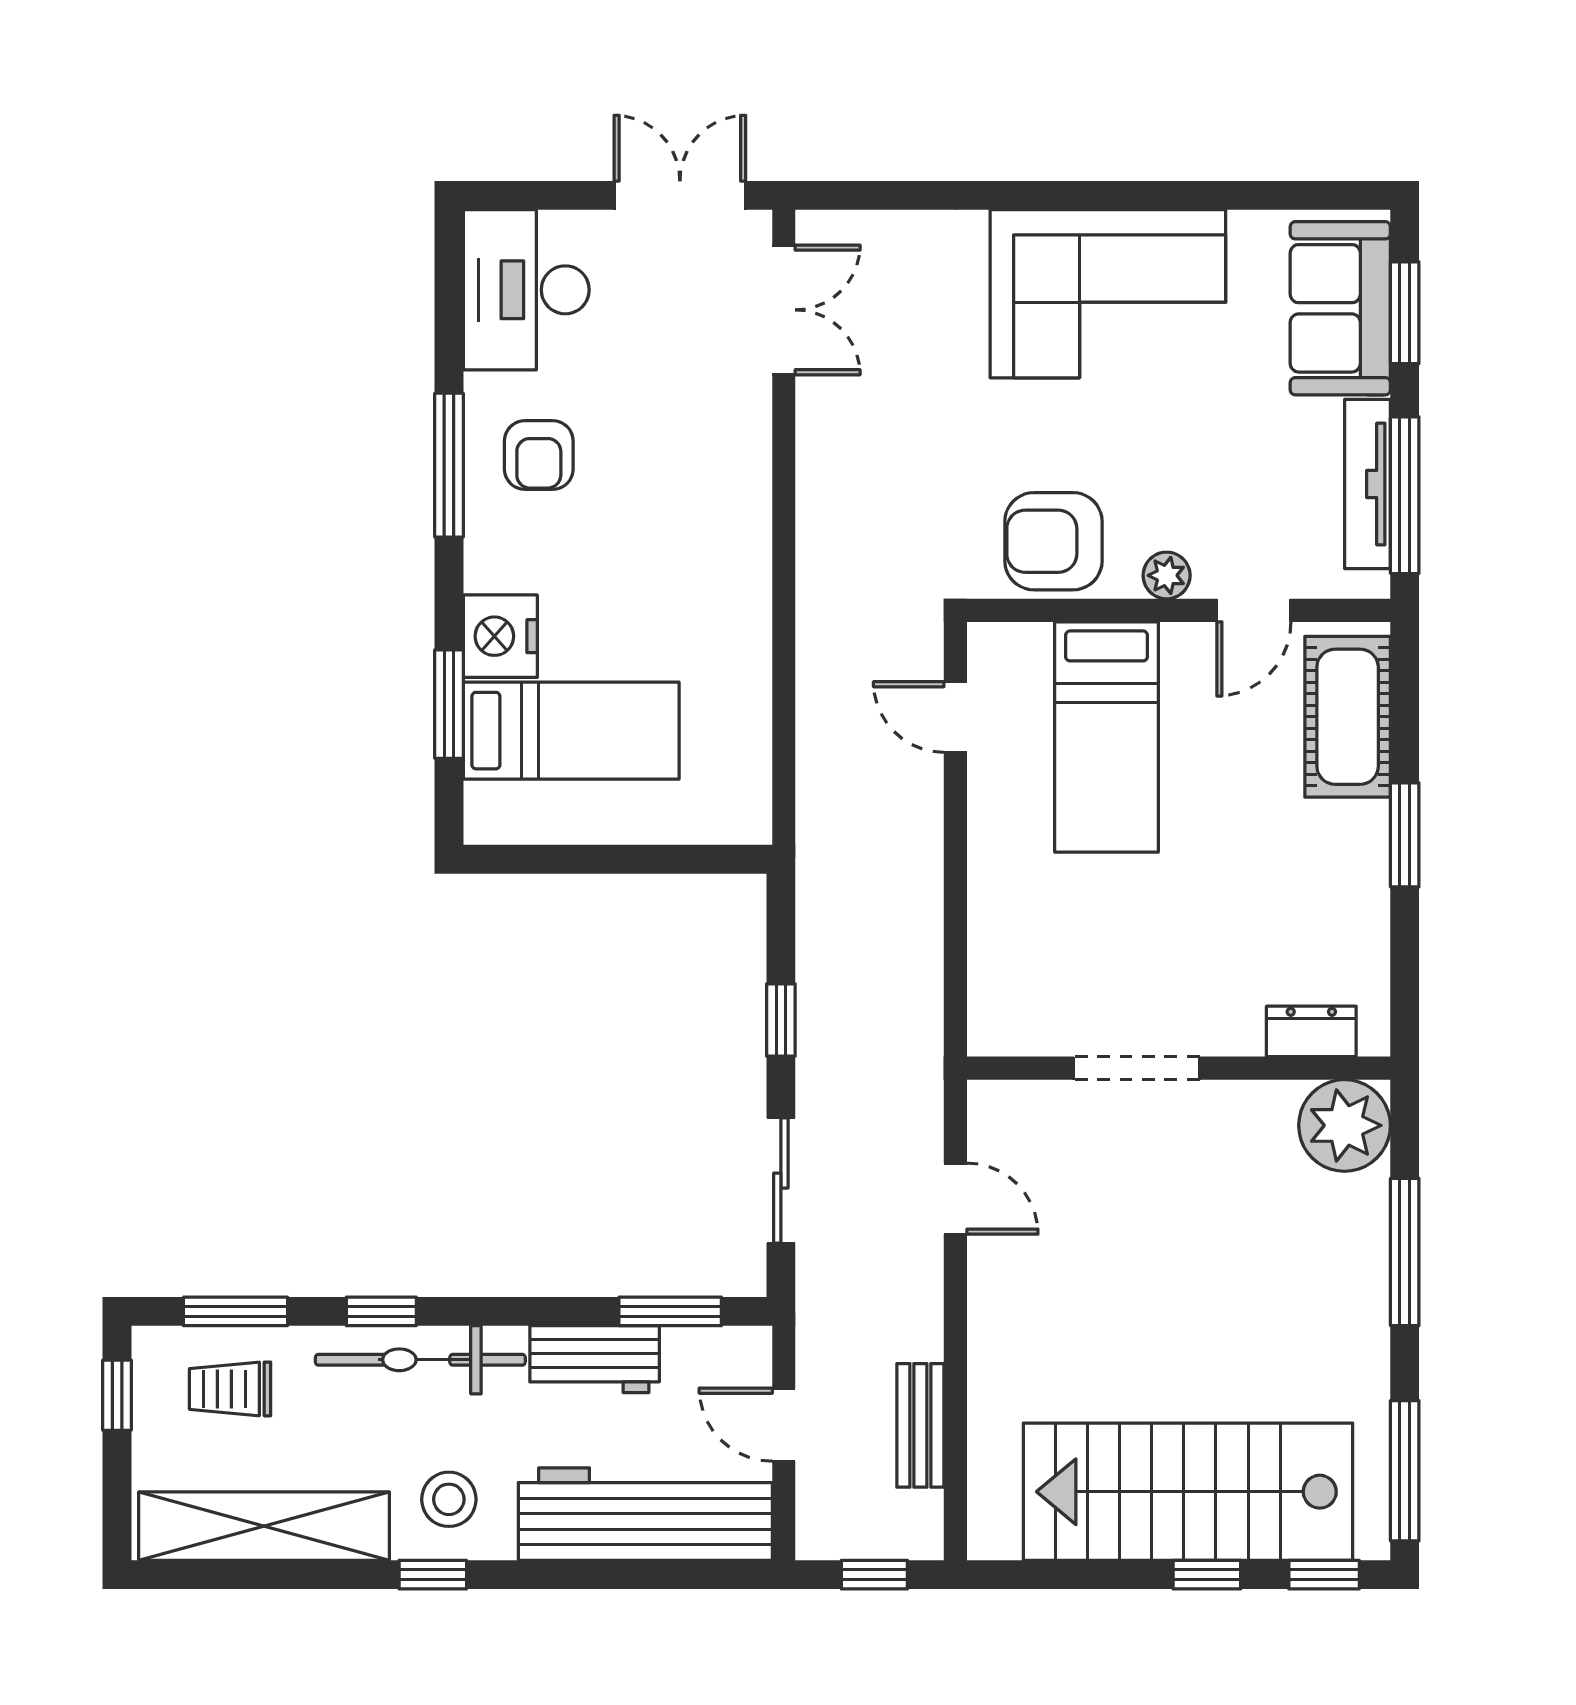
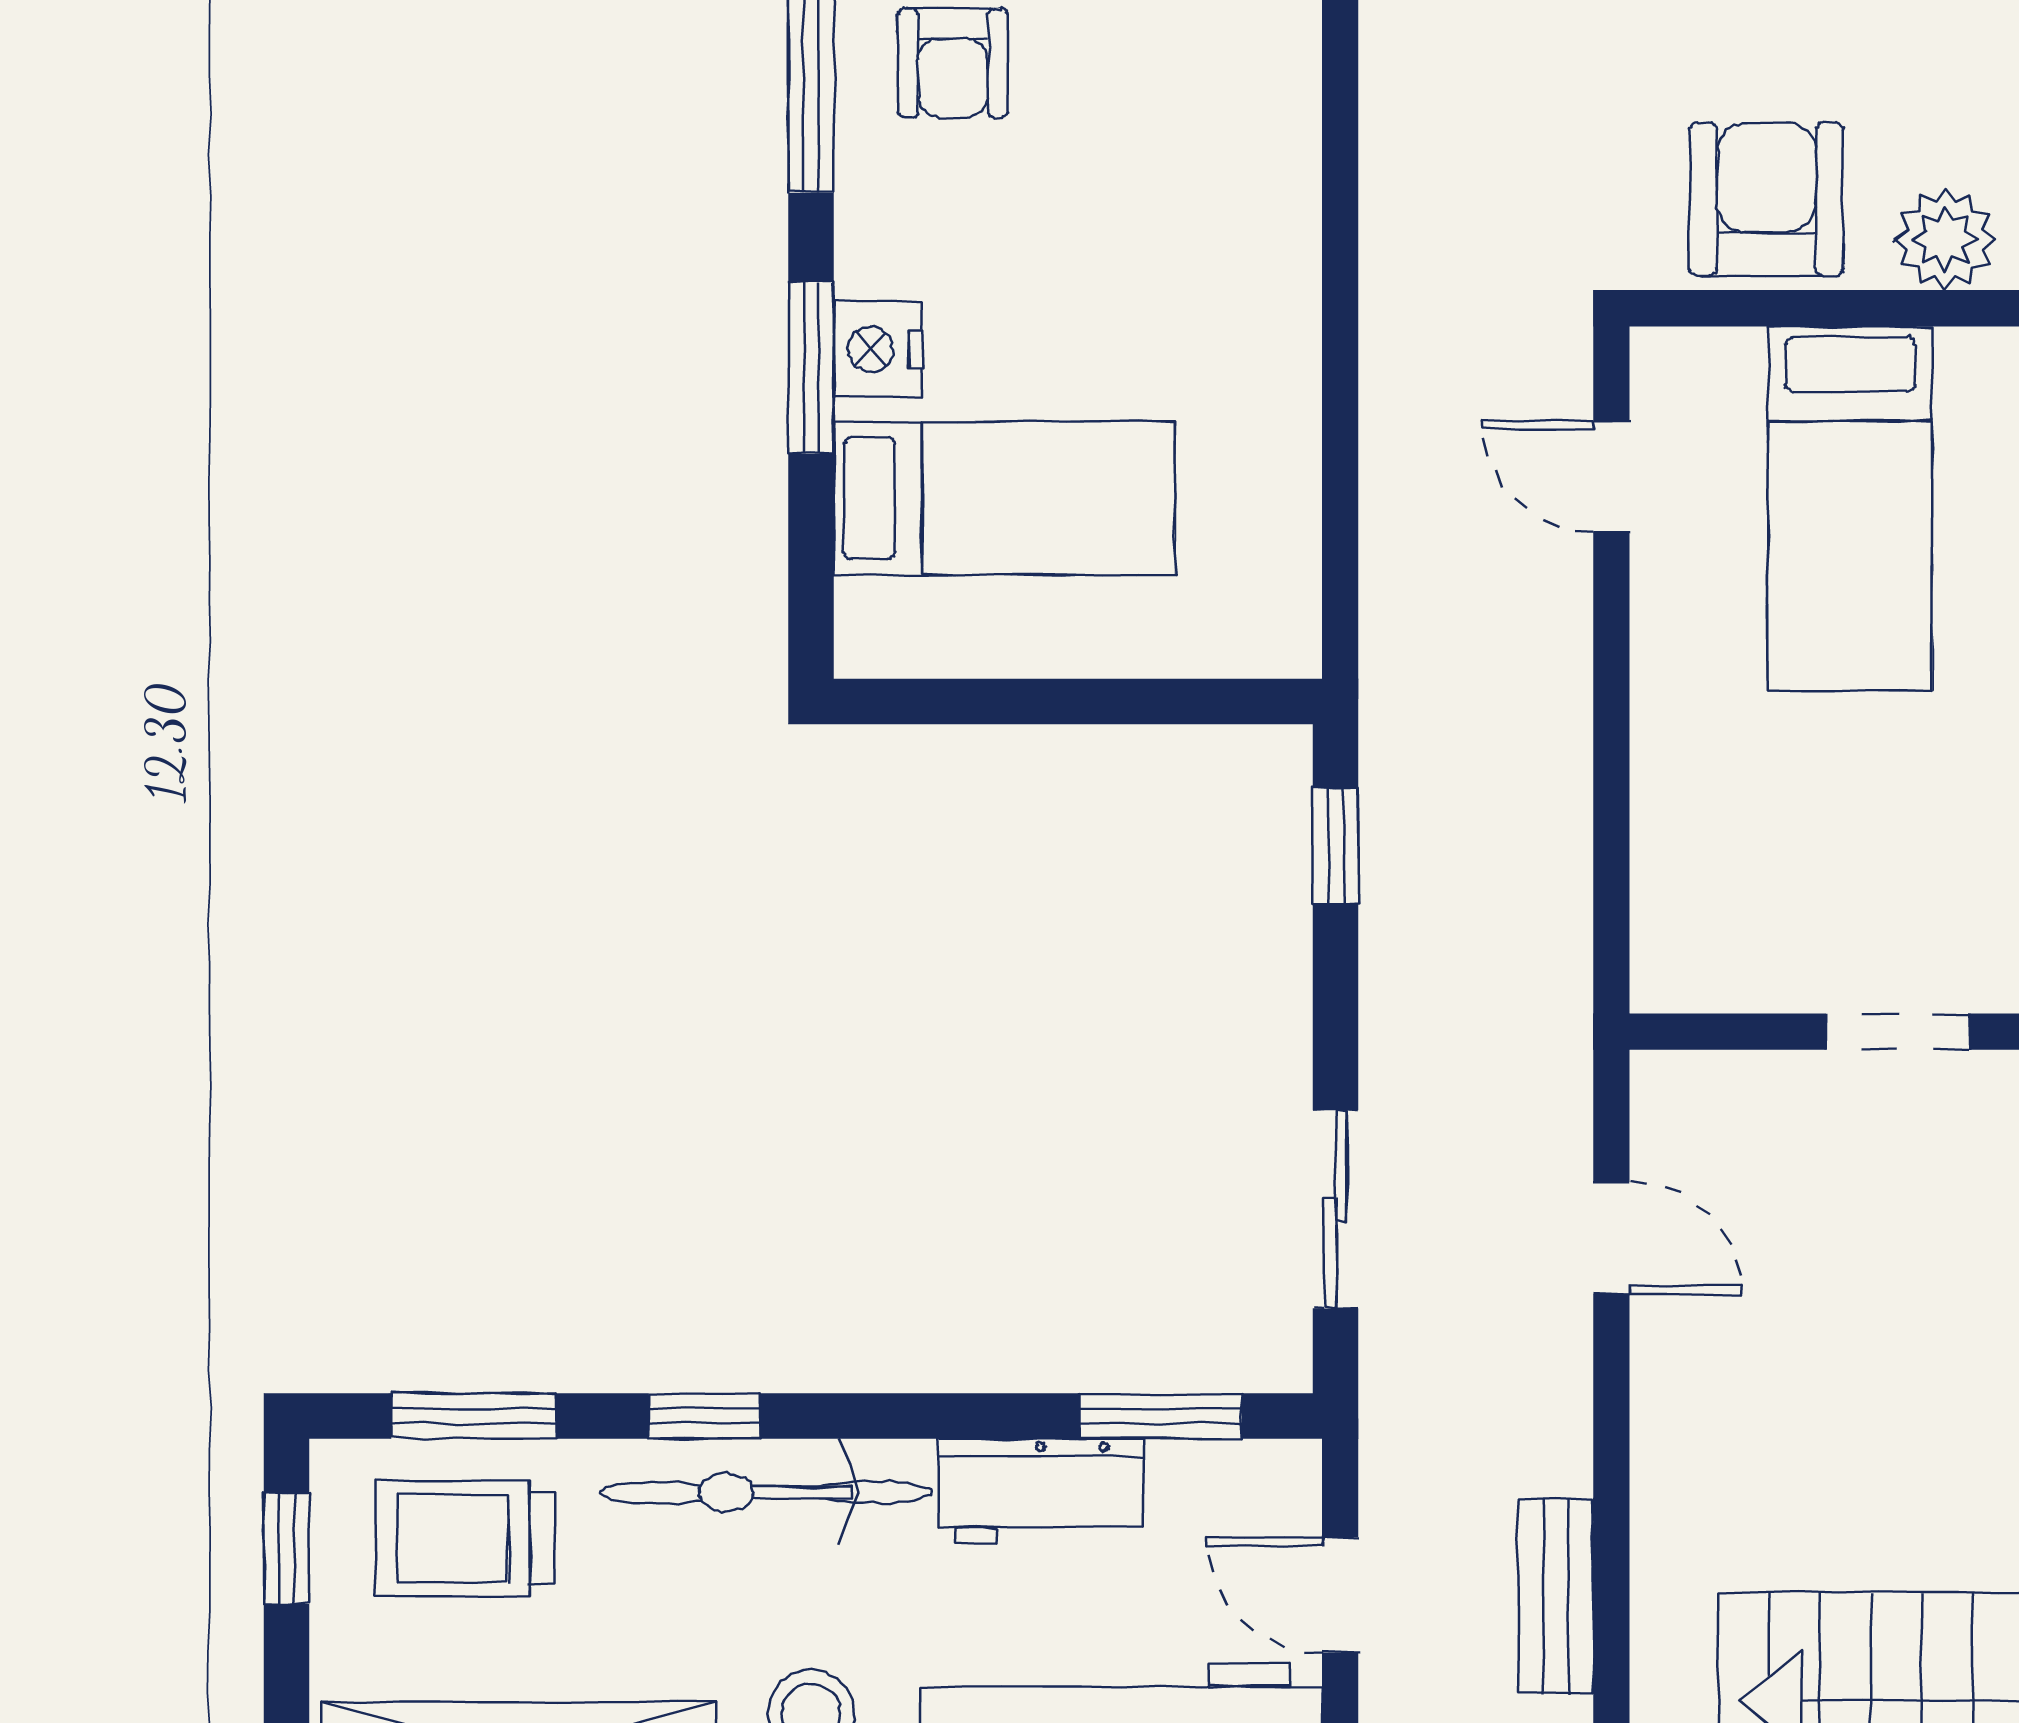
armchair: (1053, 541) -> (1766, 199), turned 90
plant: (1167, 575) -> (1945, 239), width x1.38, depth x1.38
nightstand: (500, 636) -> (878, 349), width x0.74, depth x0.75
window: (449, 704) -> (811, 368), moved
window: (781, 1020) -> (1336, 846), moved
doorway: (1137, 1068) -> (1898, 1032), width x0.73
trolley: (230, 1389) -> (465, 1539), width x1.36, depth x1.39

